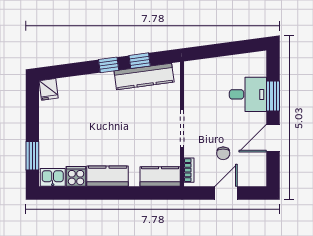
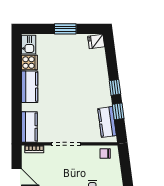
kitchen counter: (144, 76) -> (107, 122), width x0.67
chair: (223, 153) -> (105, 153), moved
window: (32, 156) -> (65, 29), moved

